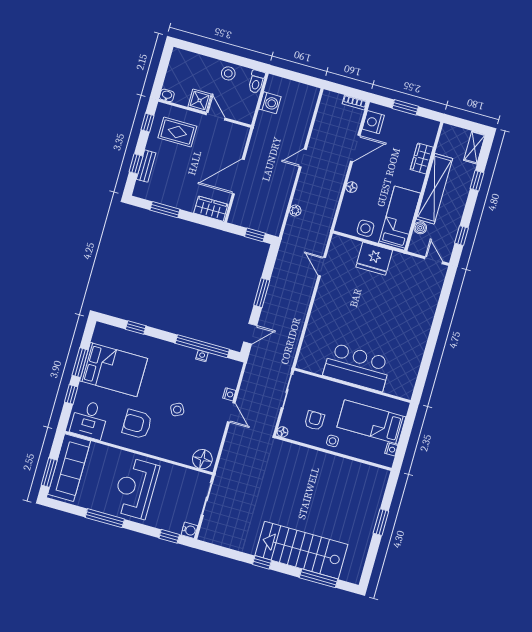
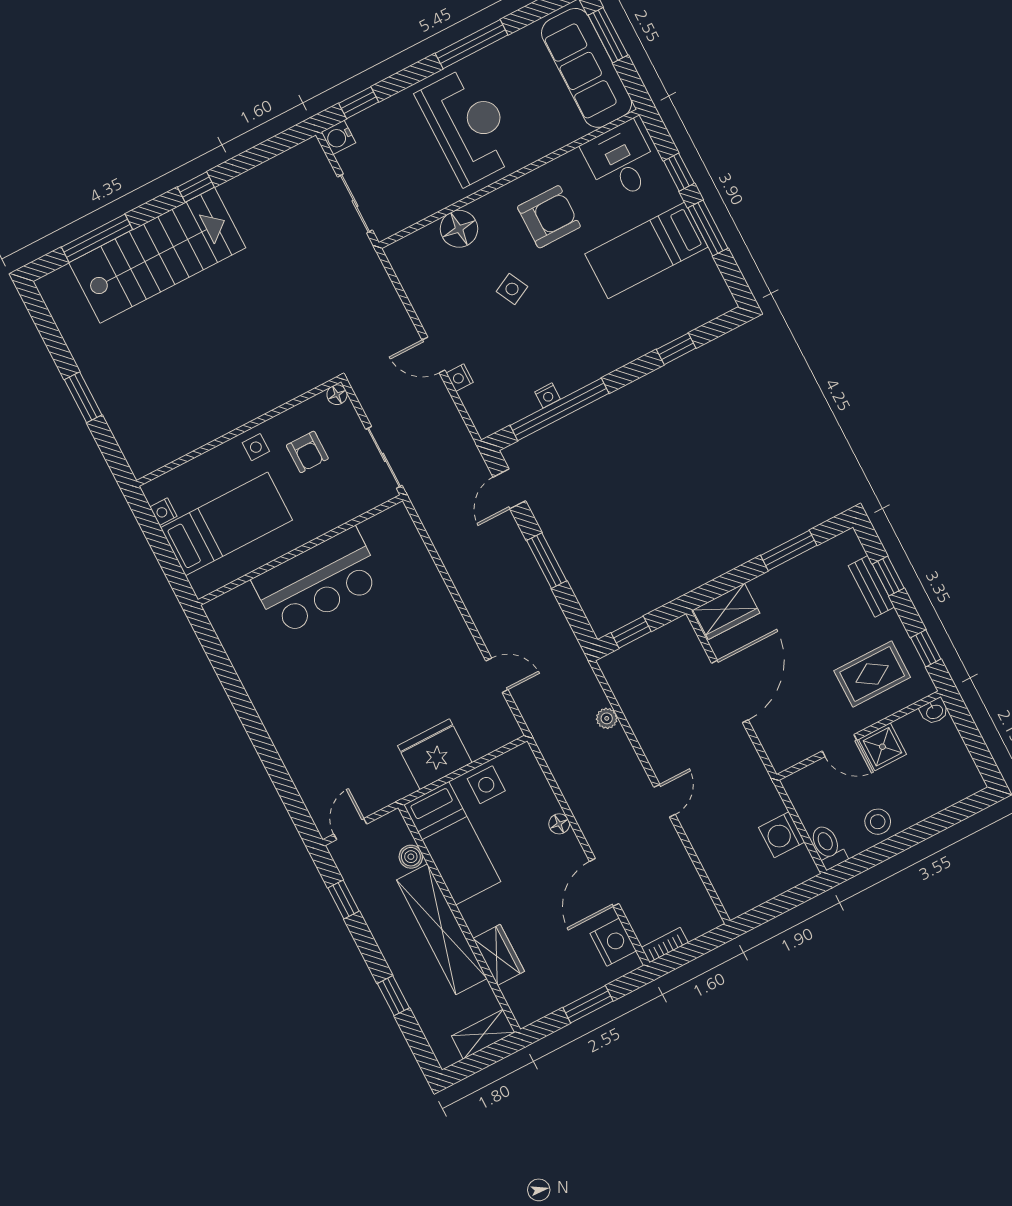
shelving: (474, 147) -> (483, 1034), moved, turned 90
door: (434, 260) -> (350, 829), swing flipped
bed: (114, 370) -> (646, 250), width x0.67
floor lamp: (202, 459) -> (459, 229), moved

